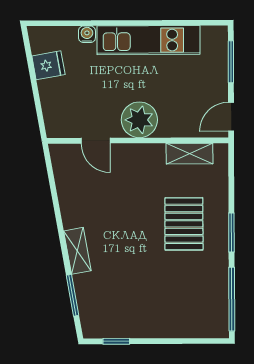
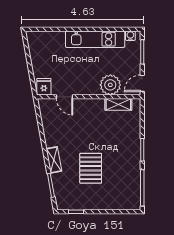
water cooler: (87, 34) -> (130, 36), moved
fridge: (48, 65) -> (44, 87), moved, turned -80
plant: (139, 120) -> (110, 85), moved
pallet: (184, 224) -> (91, 168), moved

